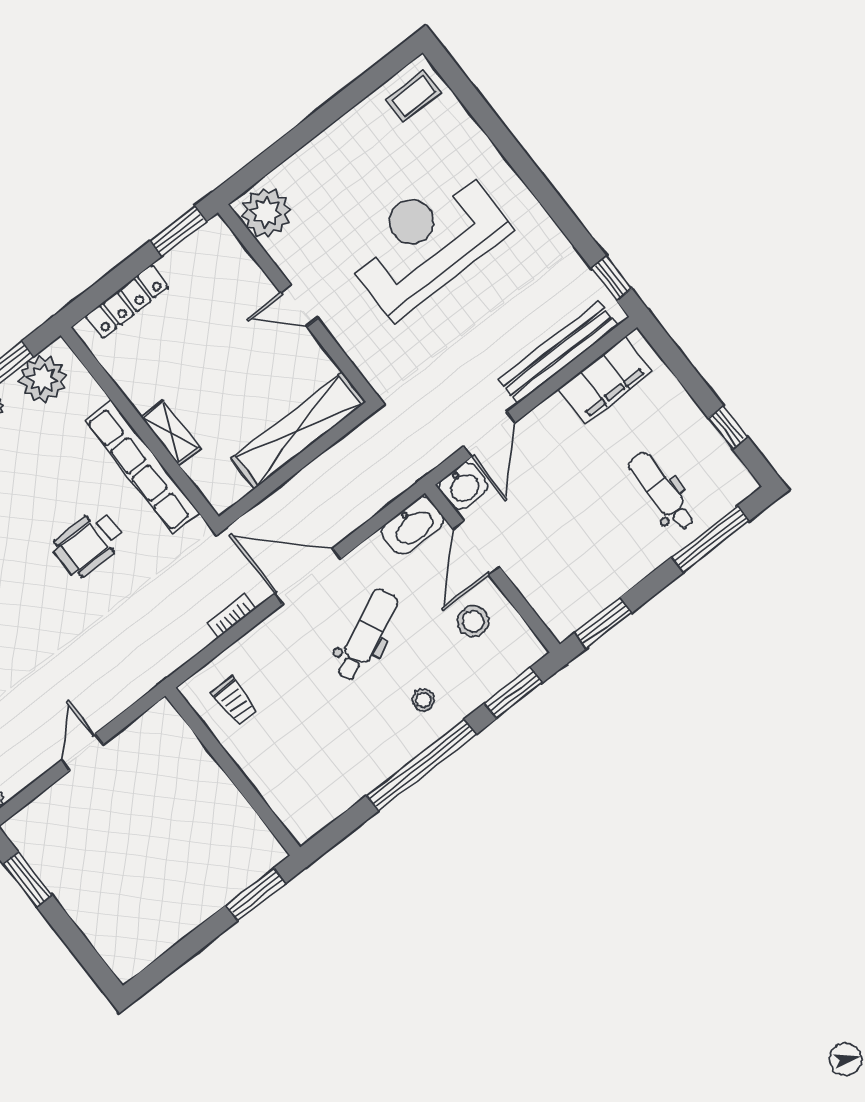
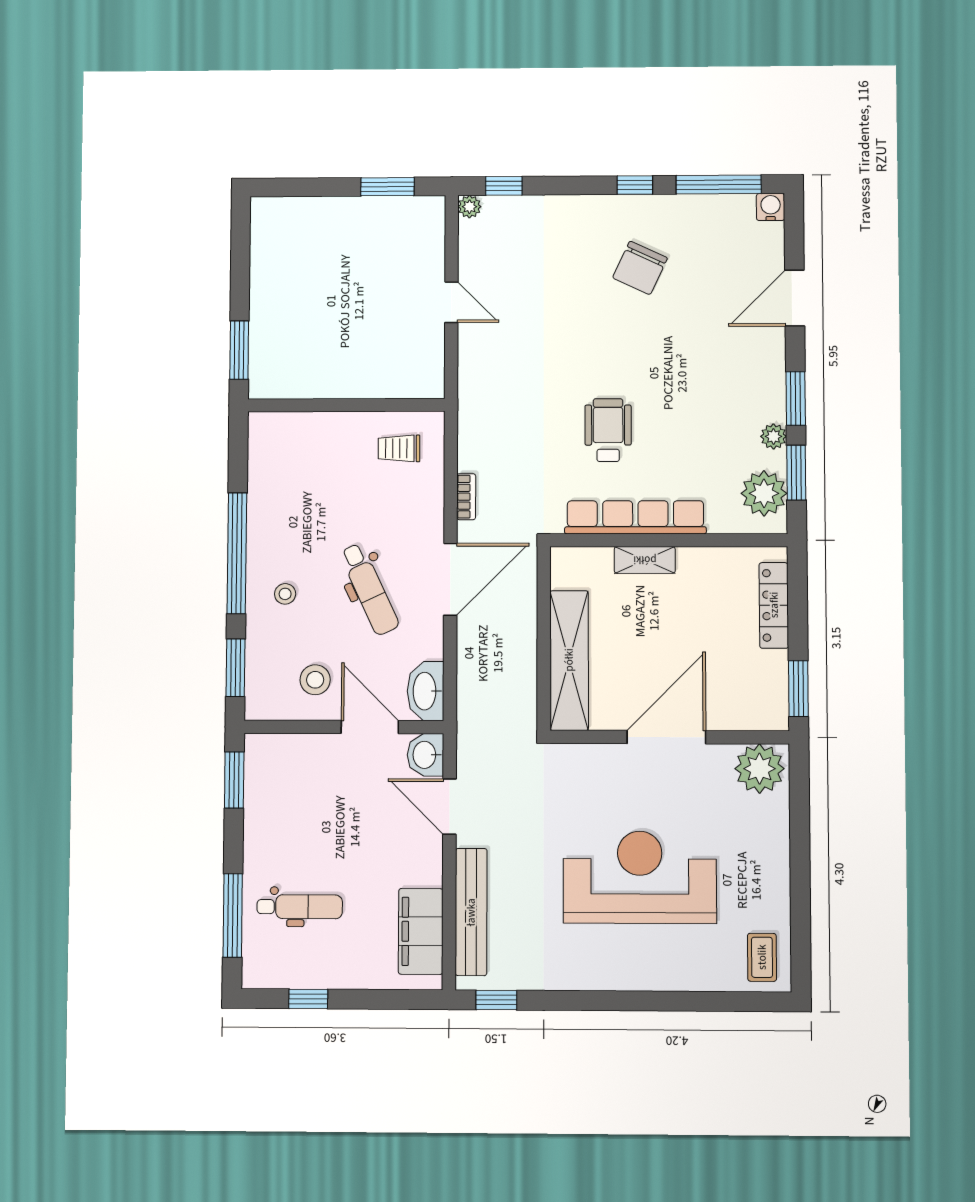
reception desk: (426, 241) -> (640, 877), turned -90
door: (299, 306) -> (666, 737), width x1.88

